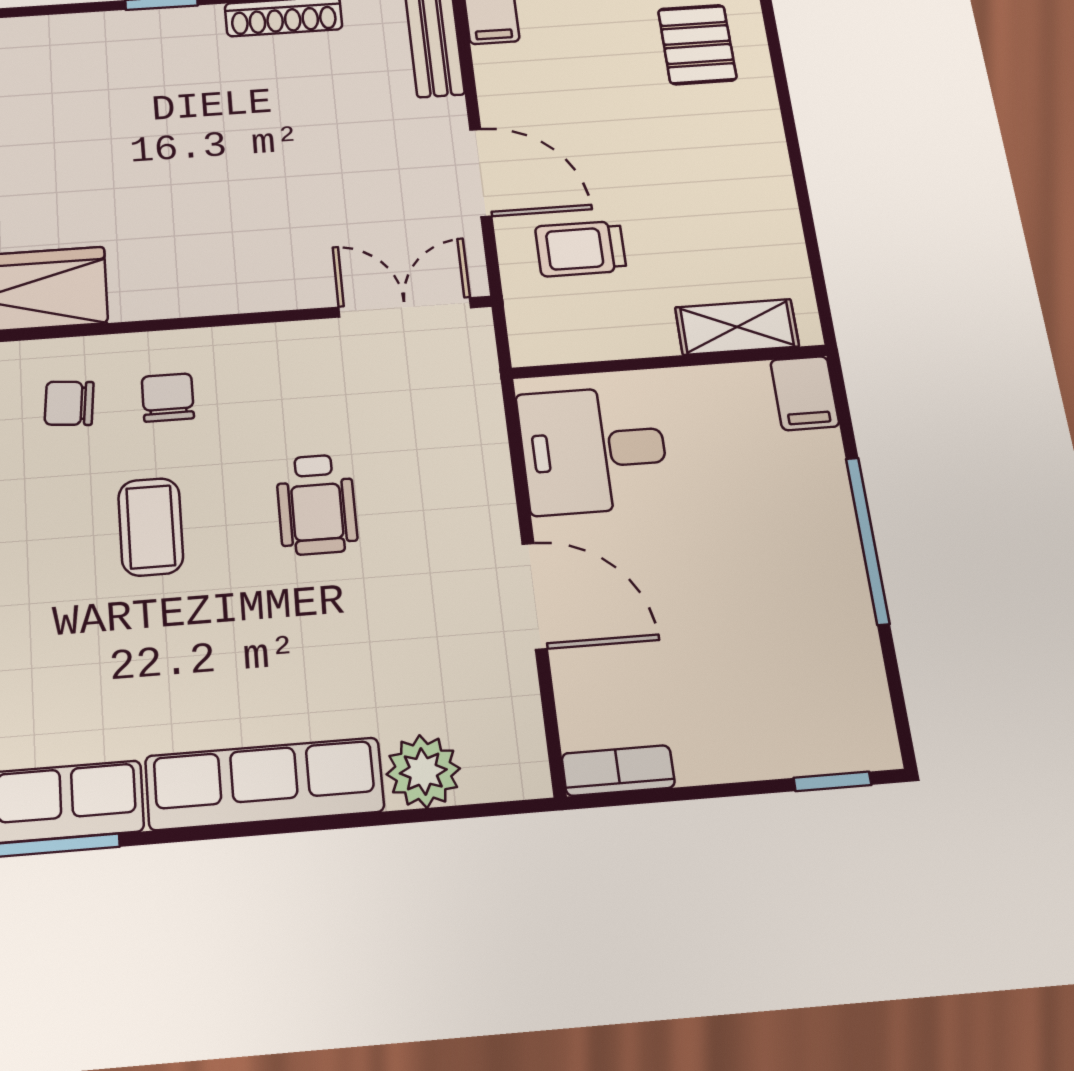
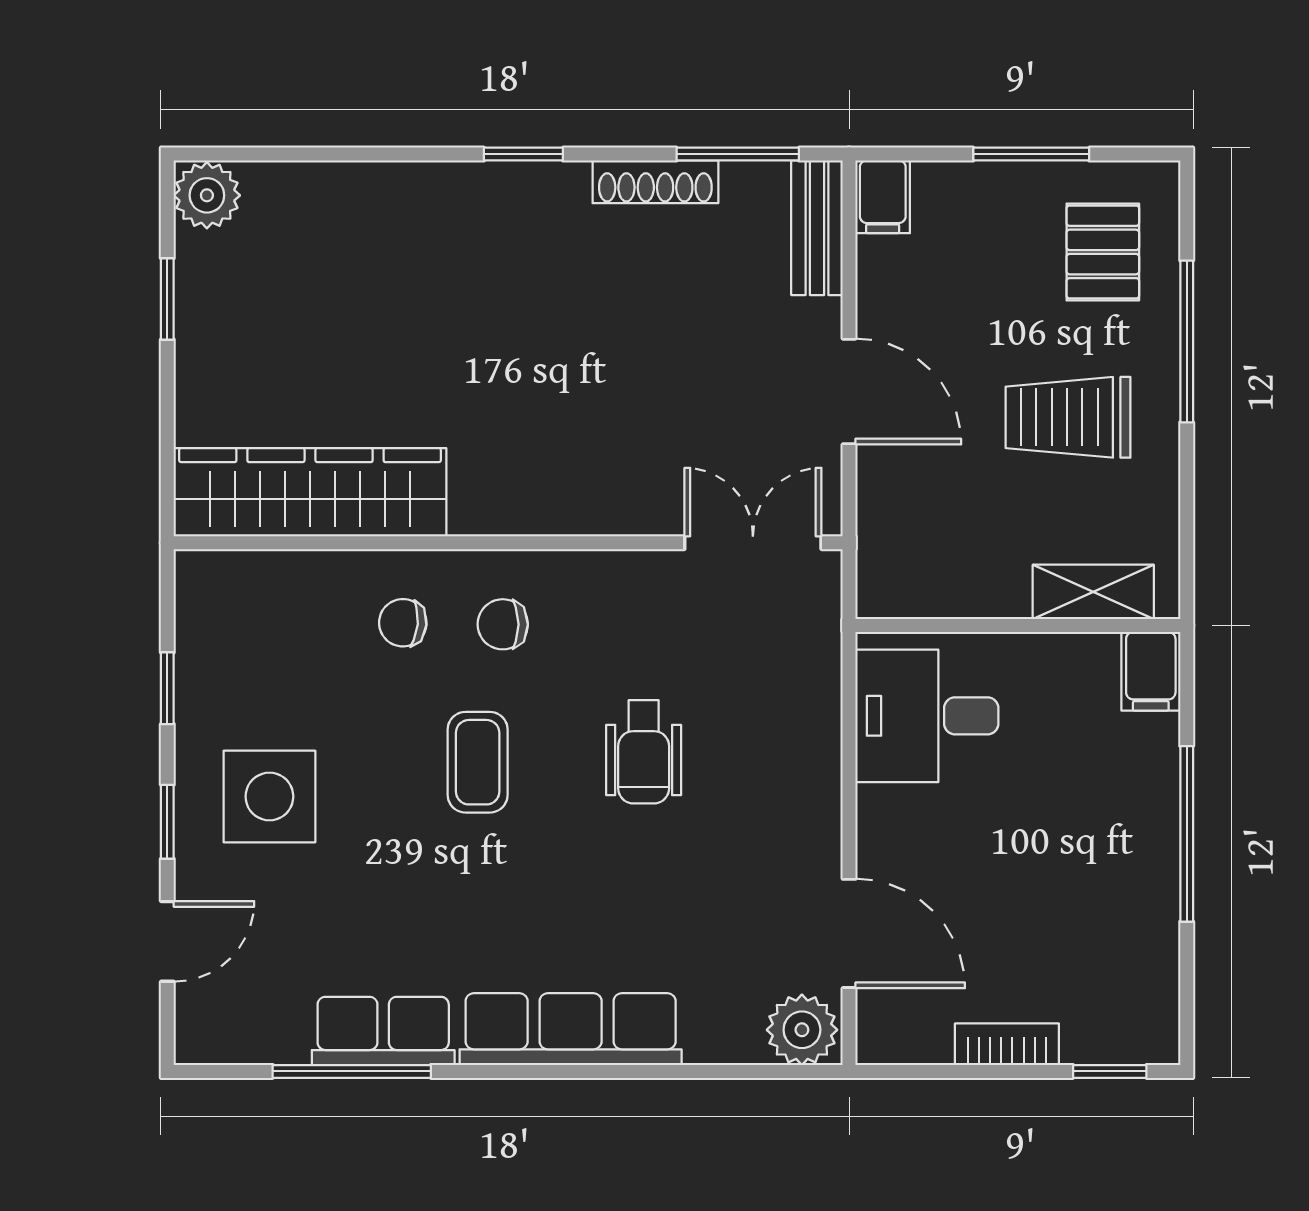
window: (786, 110) -> (1187, 341), added
trolley: (581, 249) -> (1068, 417), moved, width x1.36, depth x1.39
chair: (168, 397) -> (503, 624), turned -90
door: (535, 596) -> (849, 933), moved
plant: (423, 771) -> (802, 1030), moved
bookcase: (618, 771) -> (1007, 1044), moved

